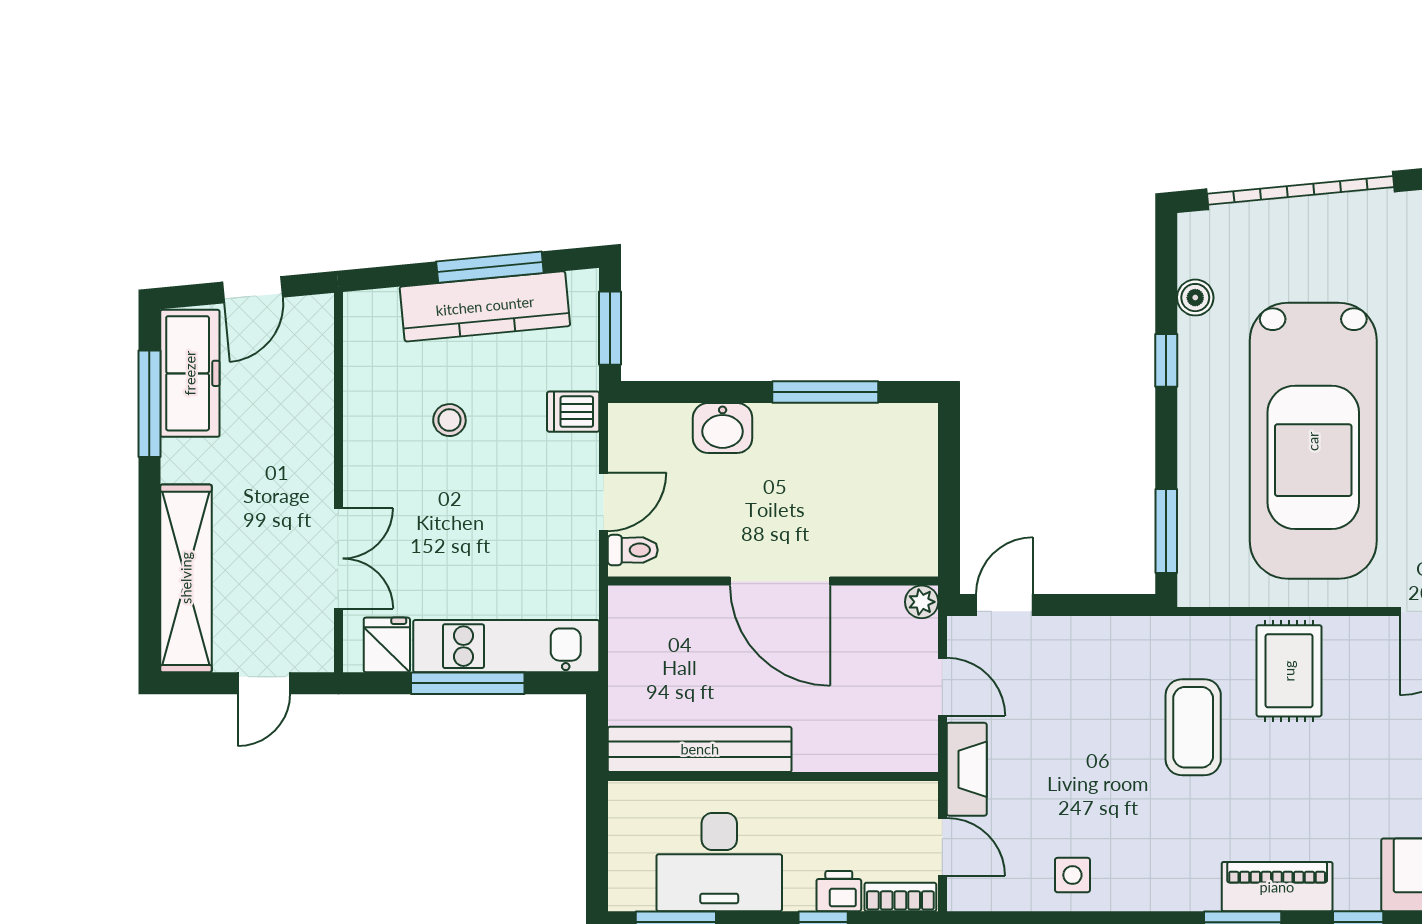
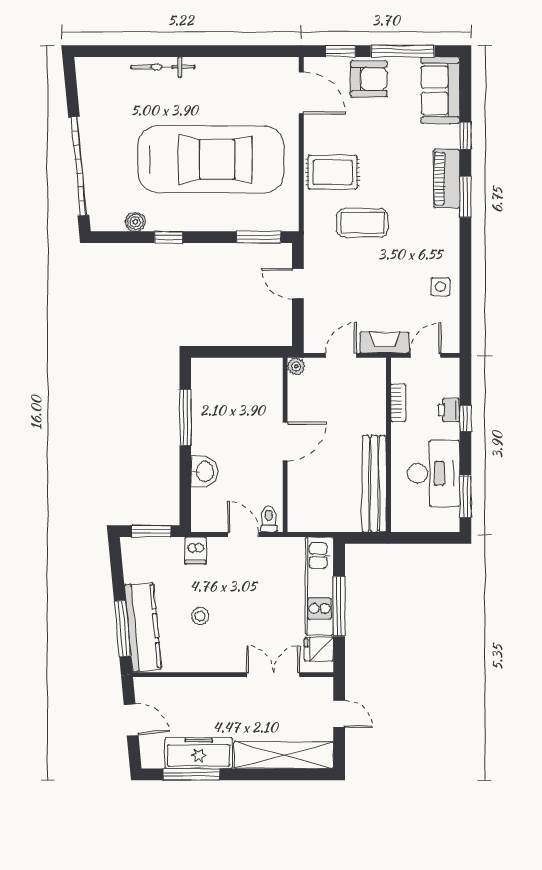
window: (490, 267) -> (122, 629), moved
kitchen counter: (485, 306) -> (143, 627), moved
freezer: (190, 373) -> (199, 753), moved
door: (780, 581) -> (285, 441), width x0.73
door: (1005, 605) -> (298, 284), moved
bookcase: (900, 897) -> (398, 403), moved, turned 180

